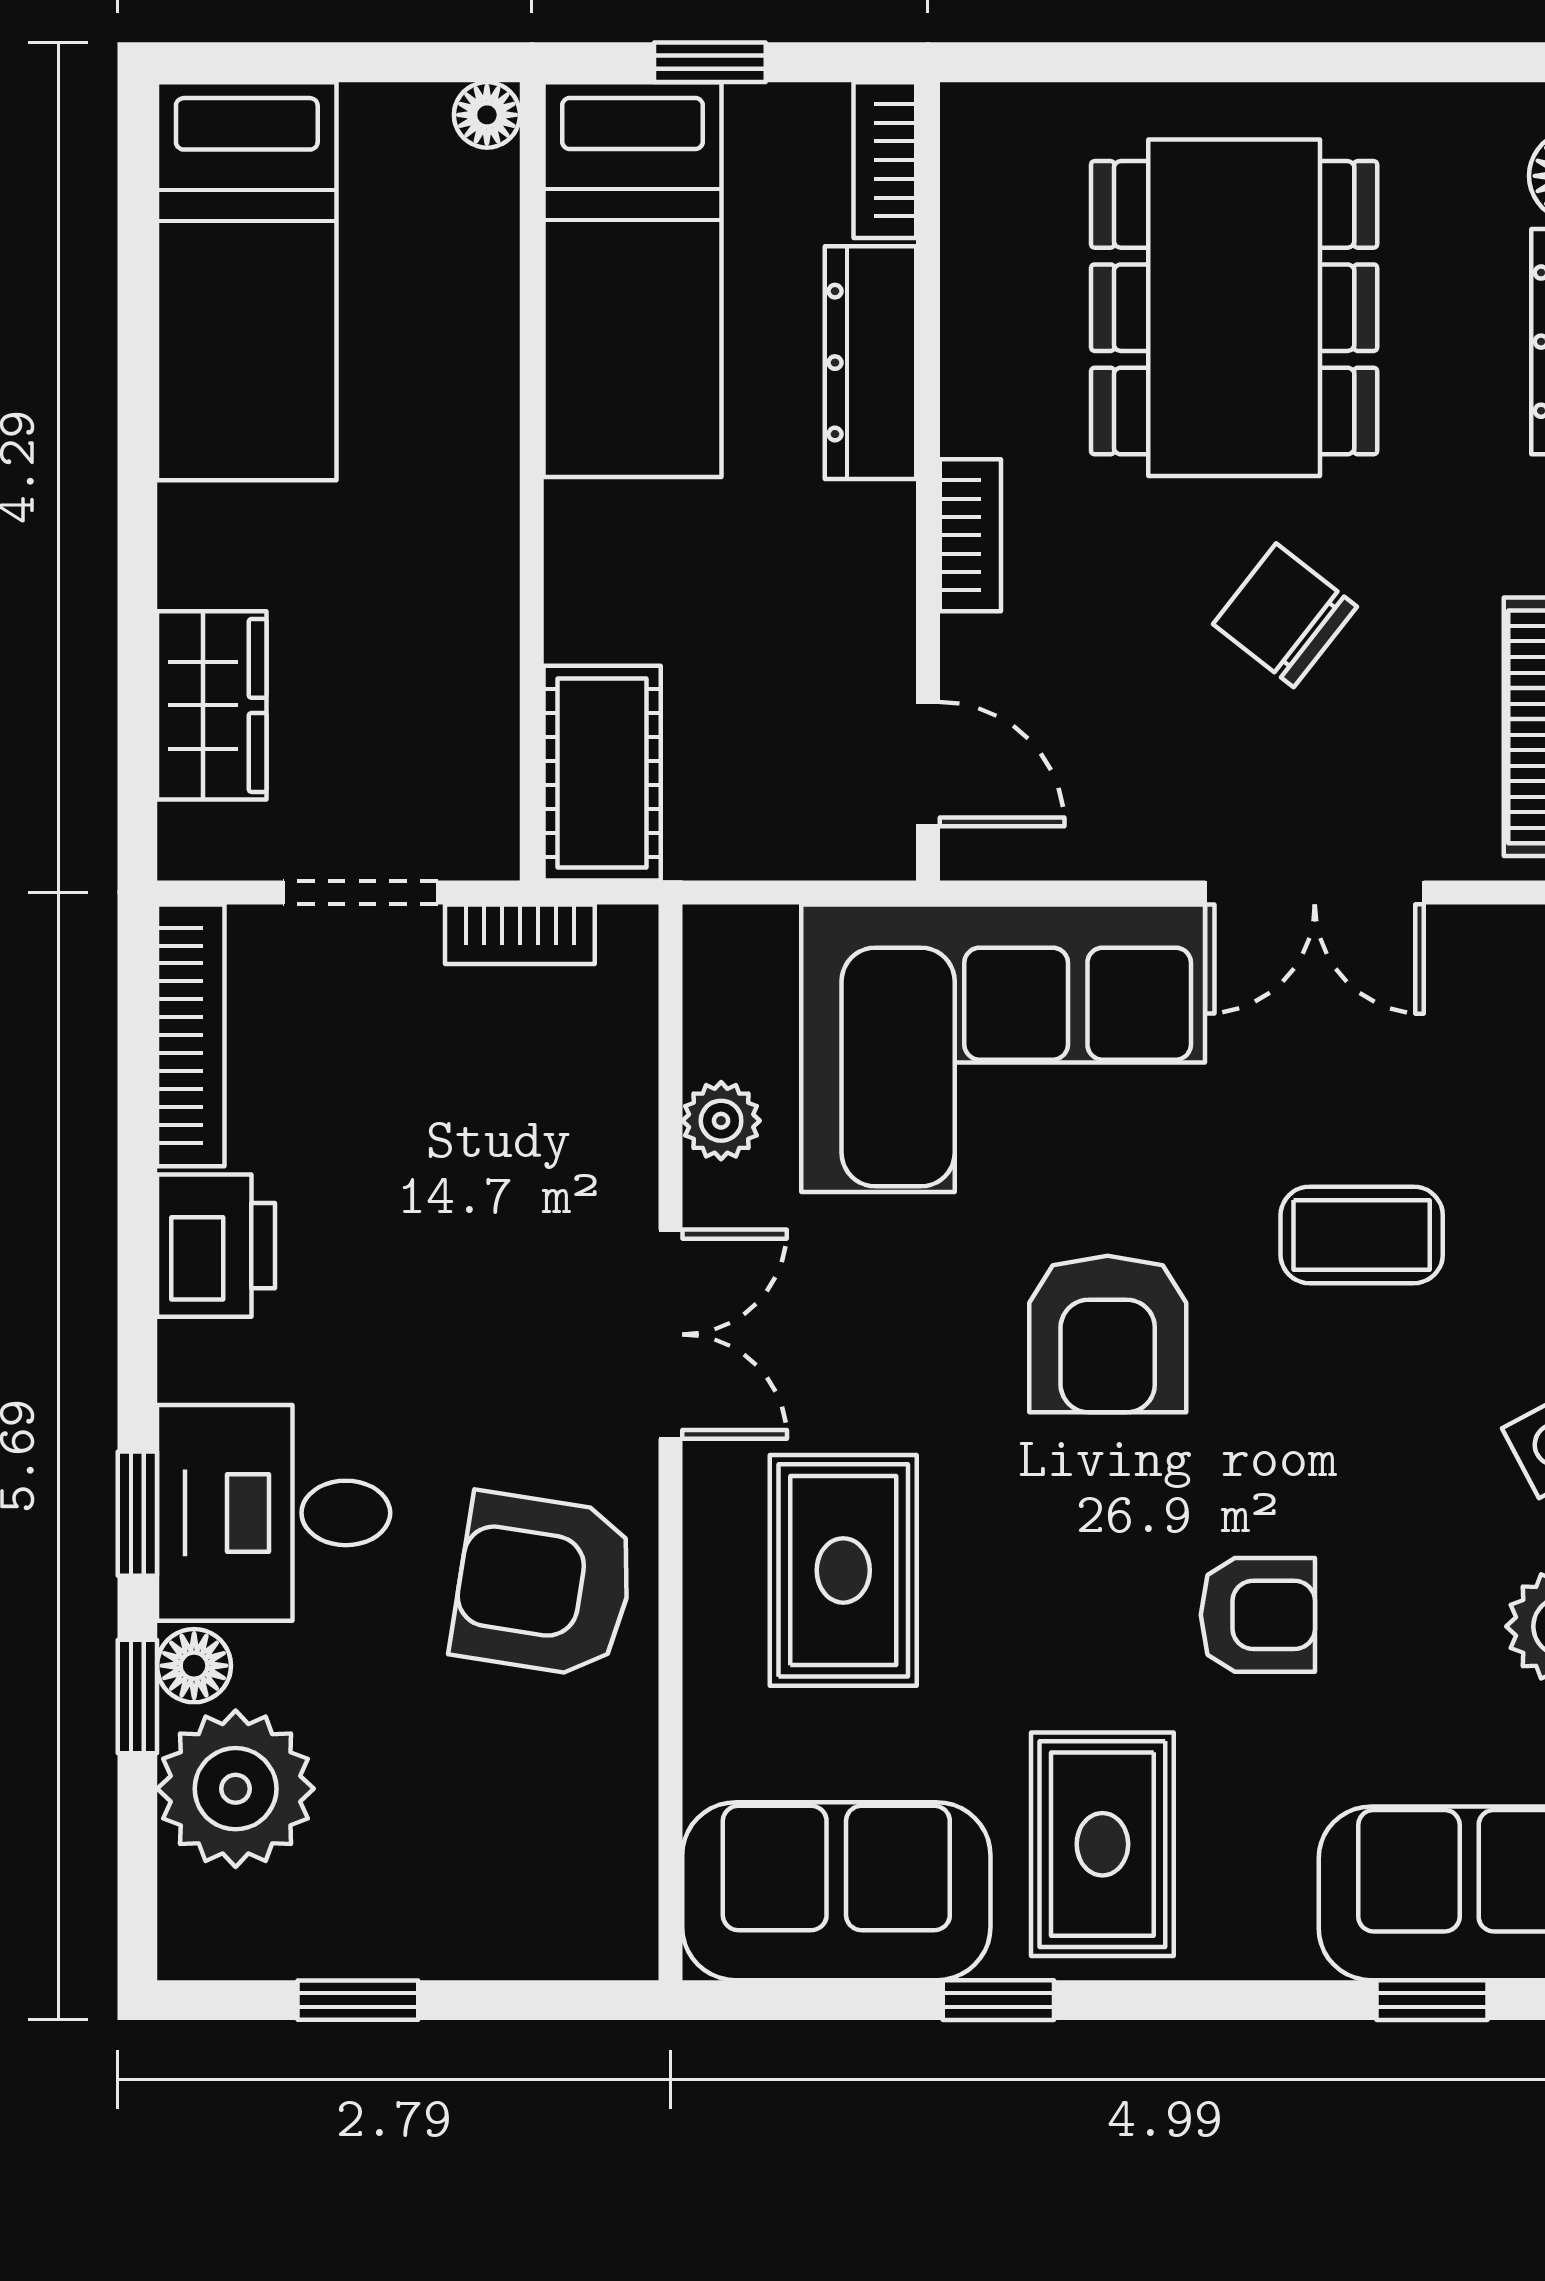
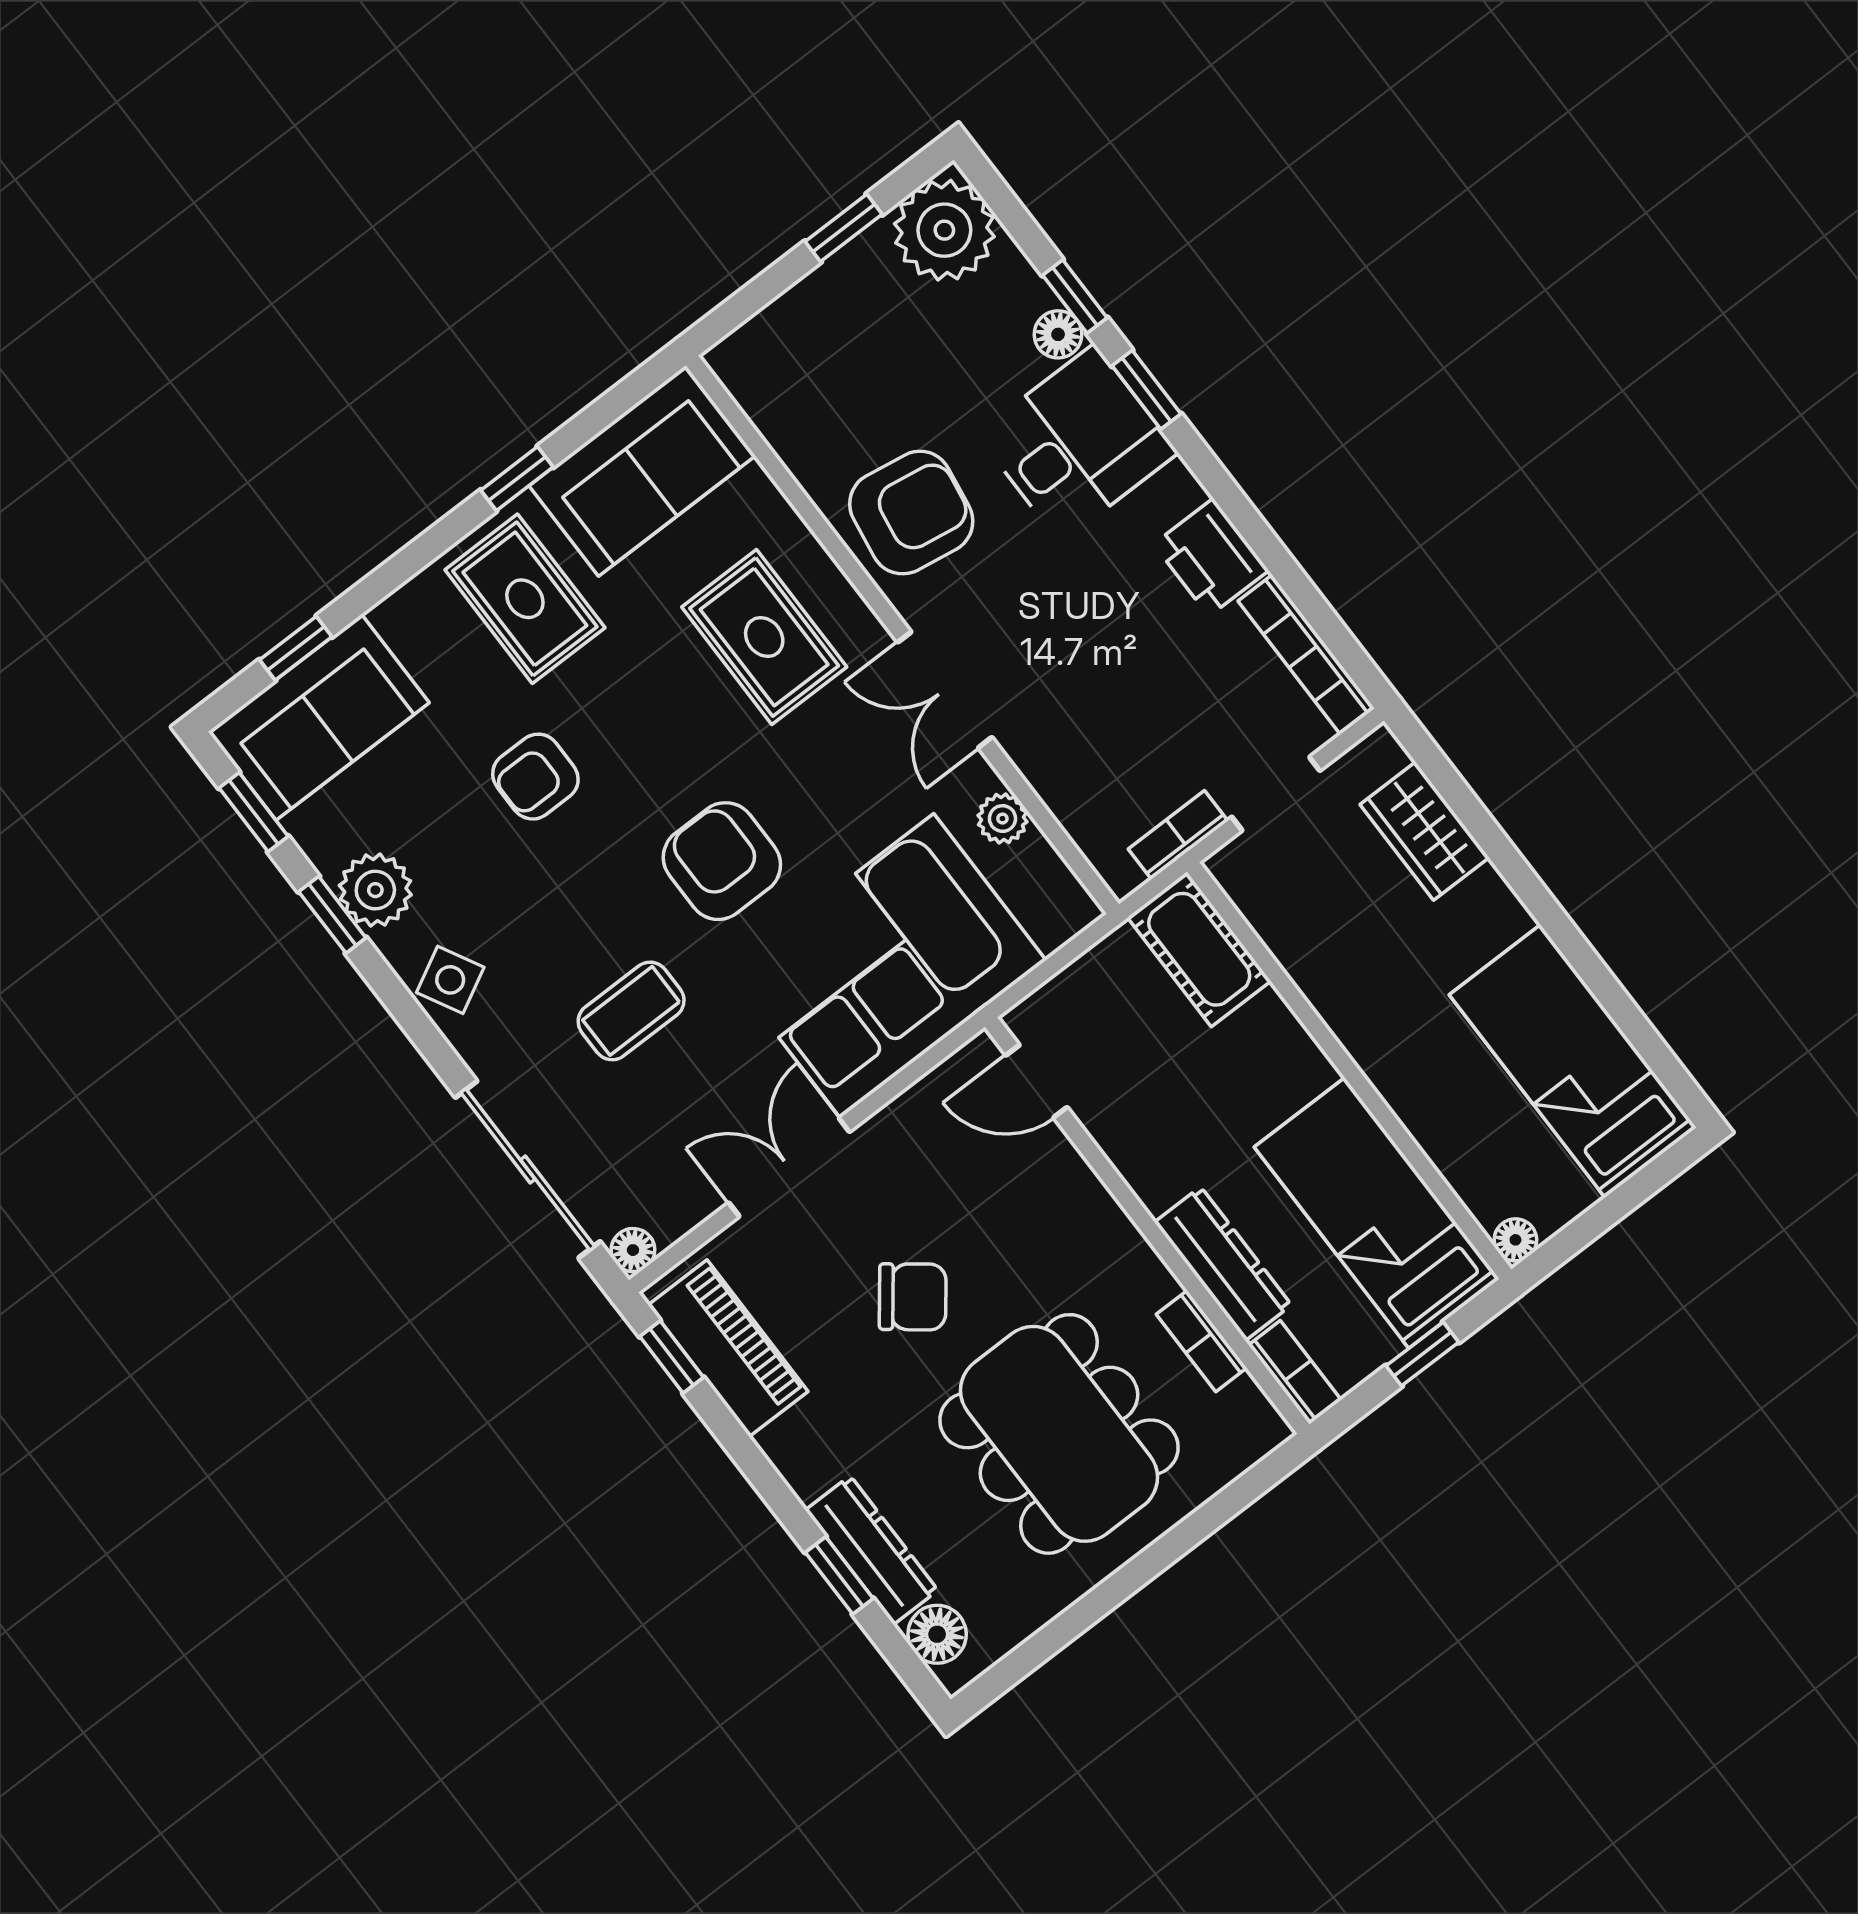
bookcase: (970, 535) -> (1202, 1341), moved
plant: (236, 1789) -> (944, 230), moved

